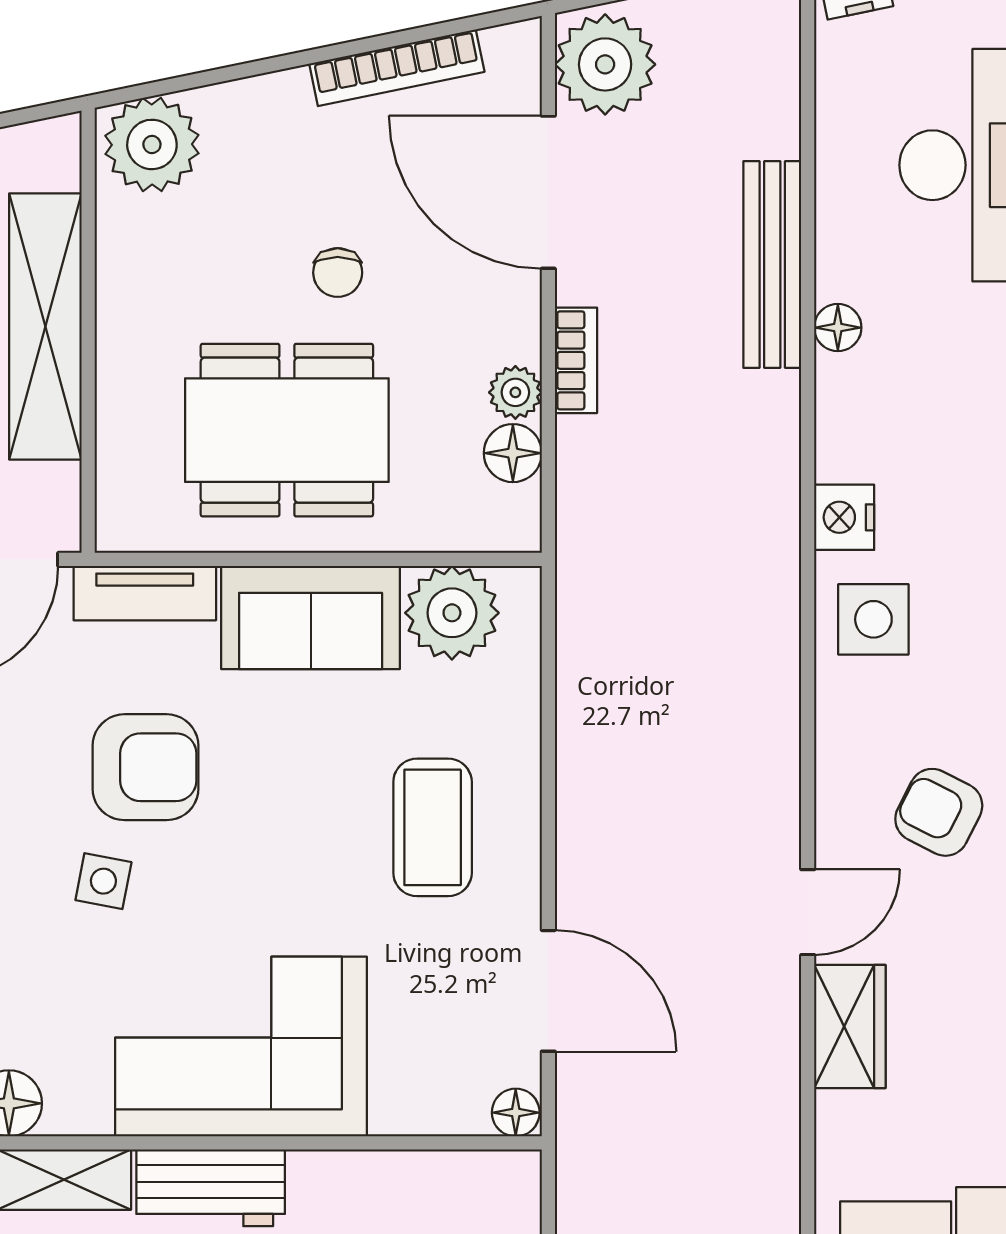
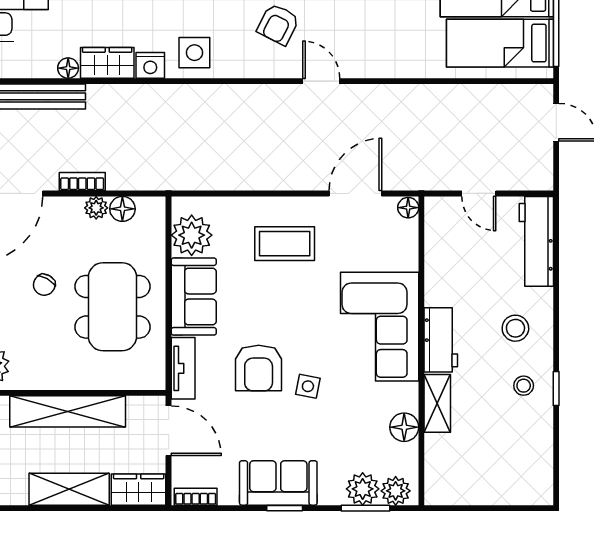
chair: (338, 273) -> (44, 285), turned 120
armchair: (145, 767) -> (259, 368), turned 180
wardrobe: (850, 1026) -> (107, 63), moved

